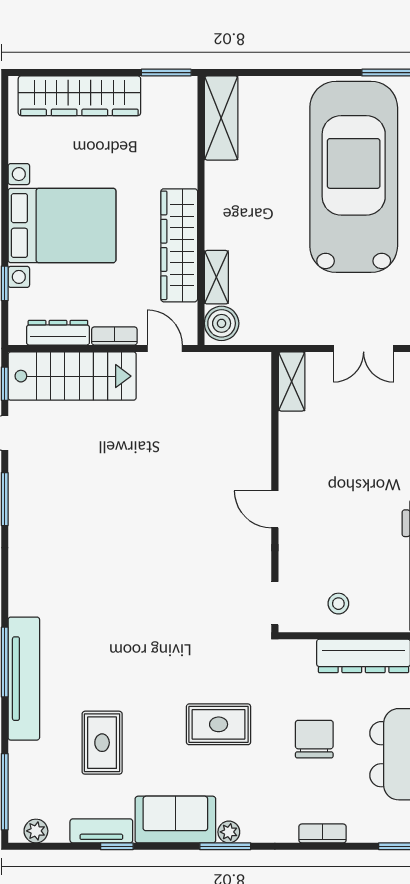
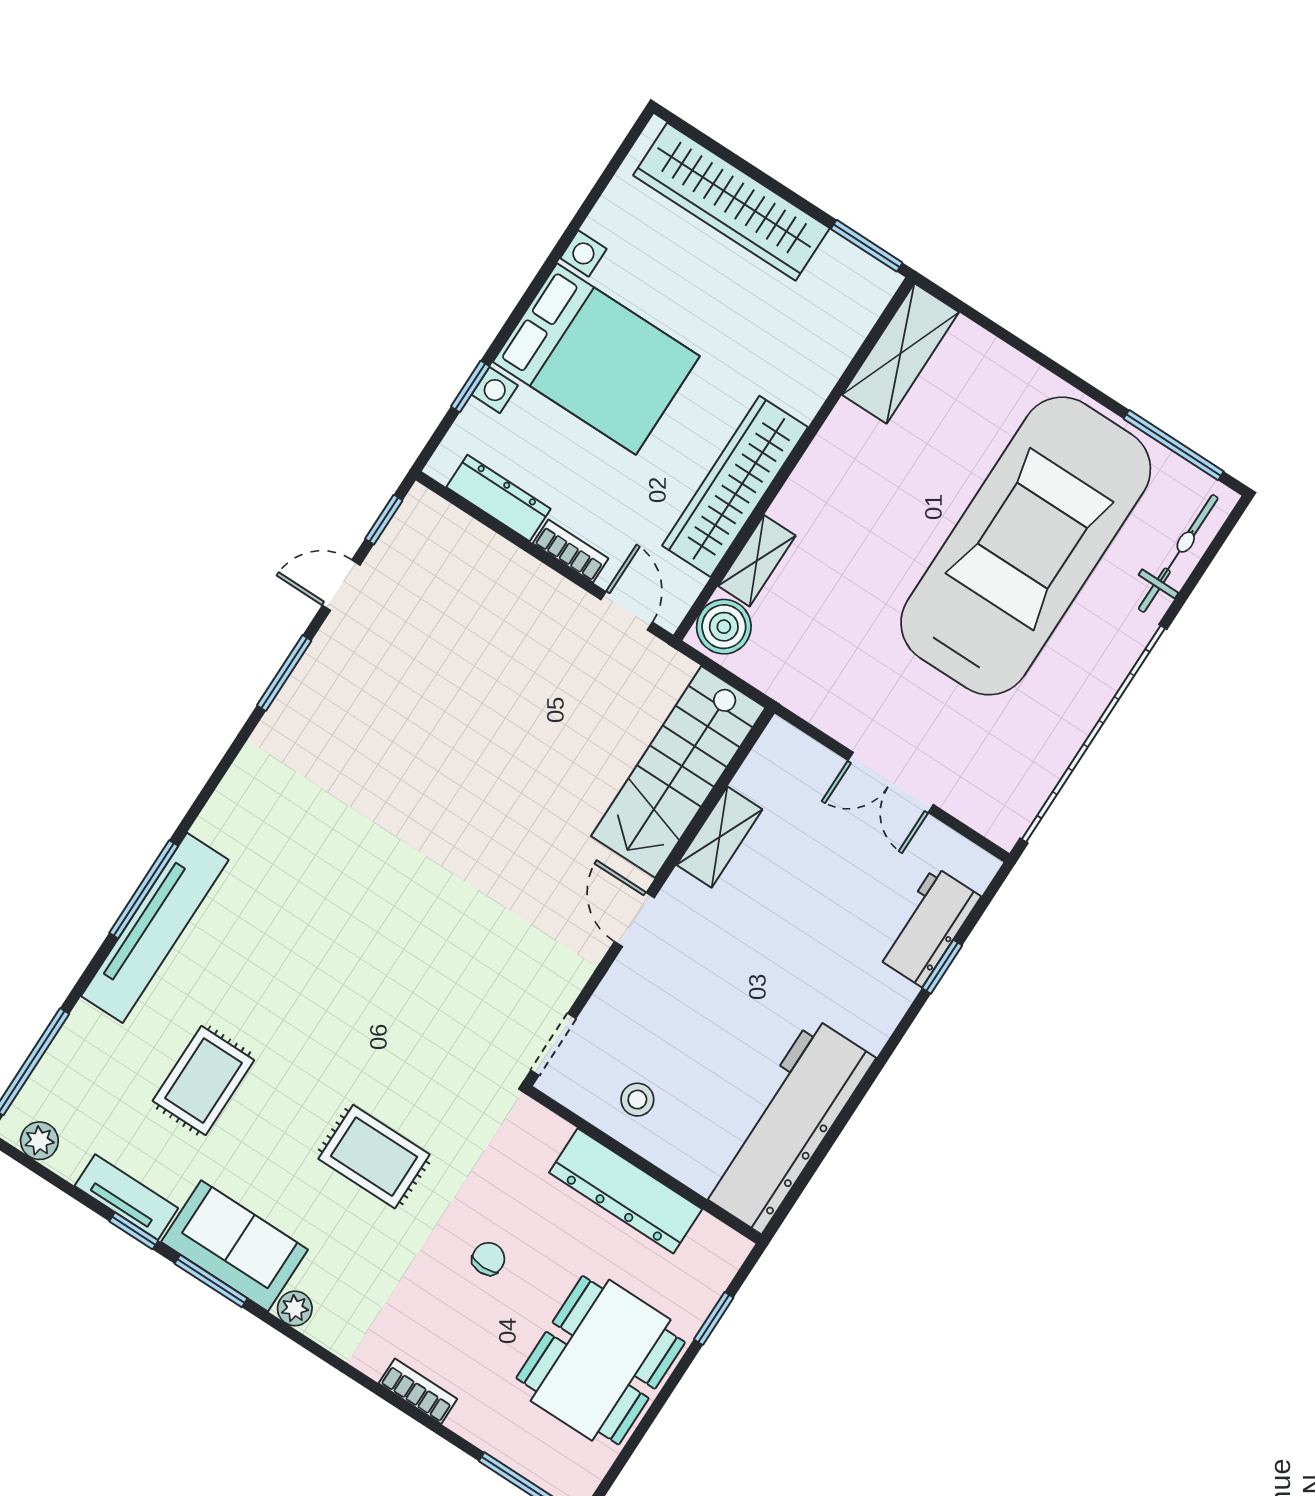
stairs: (72, 376) -> (678, 772), moved, turned 90
shelving: (292, 381) -> (719, 837), moved
chair: (314, 739) -> (488, 1259), width x0.54, depth x0.54
window: (225, 846) -> (211, 1281), moved

